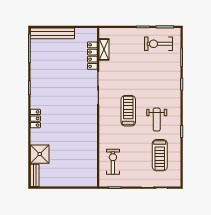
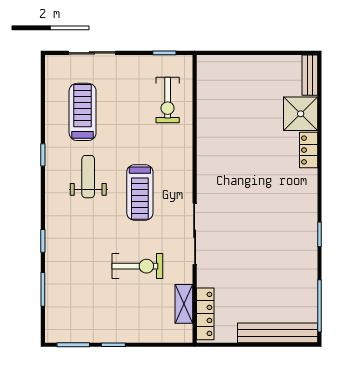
exercise bike: (158, 44) -> (137, 266), moved
locker: (92, 56) -> (205, 314), moved
locker: (35, 119) -> (309, 150), moved

